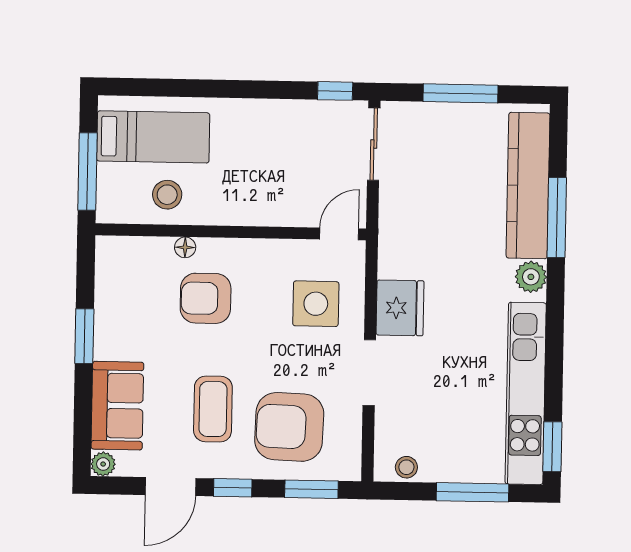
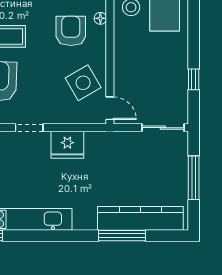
window: (335, 91) -> (194, 79), moved
plant: (531, 277) -> (87, 221), removed
side table: (316, 304) -> (83, 83), moved, turned -30
doorway: (369, 373) -> (29, 128), width x0.73

